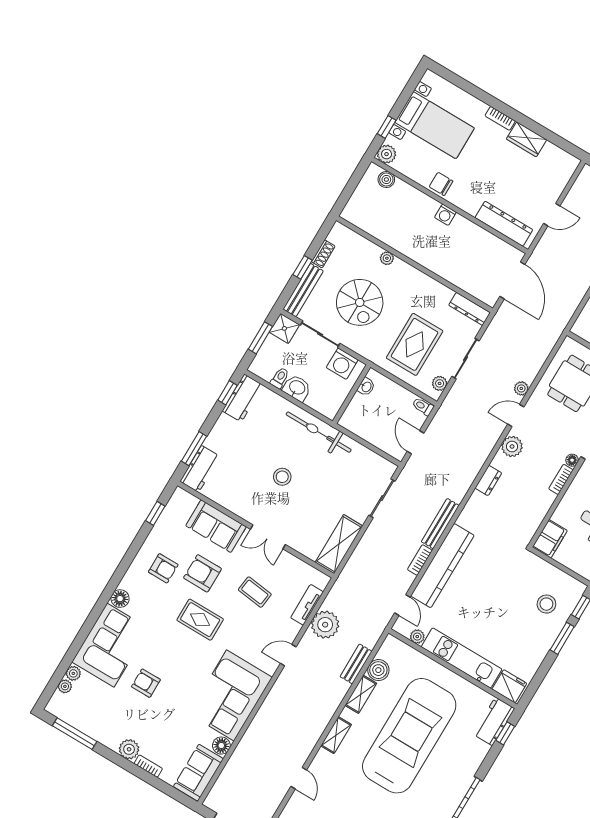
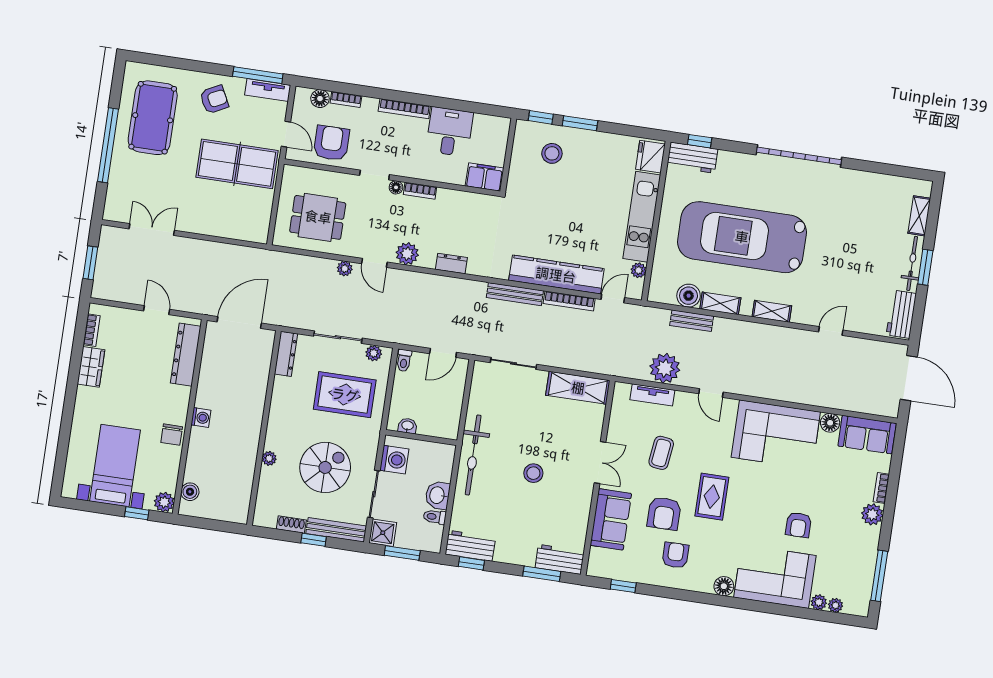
bookcase: (500, 118) -> (92, 330), moved
bookcase: (420, 560) -> (569, 301), width x1.56

